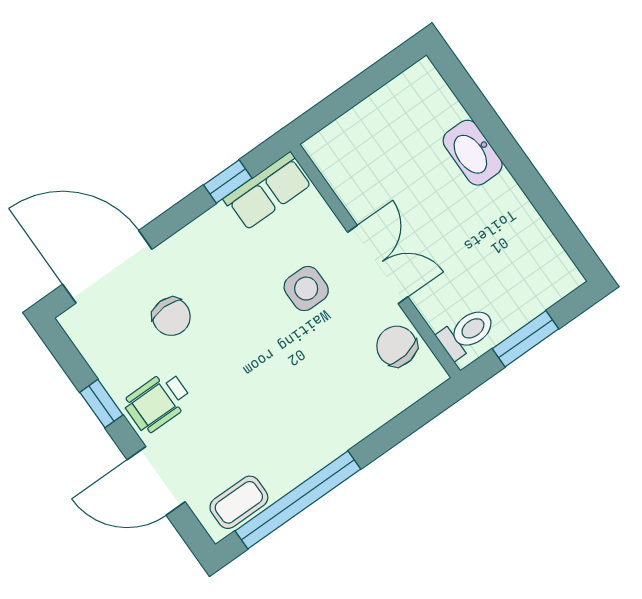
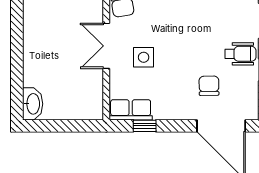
washbasin: (473, 153) -> (33, 104), moved

